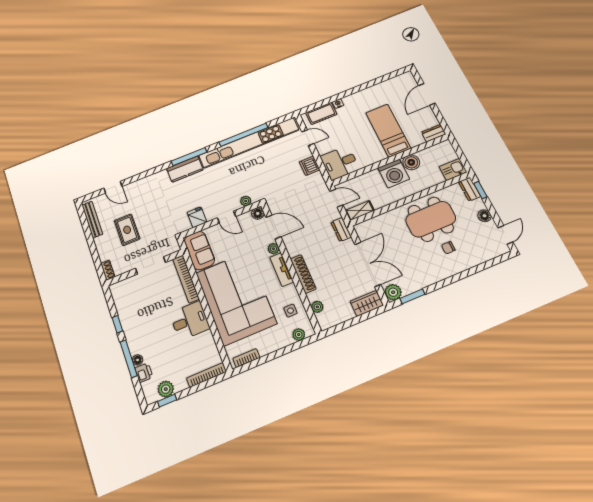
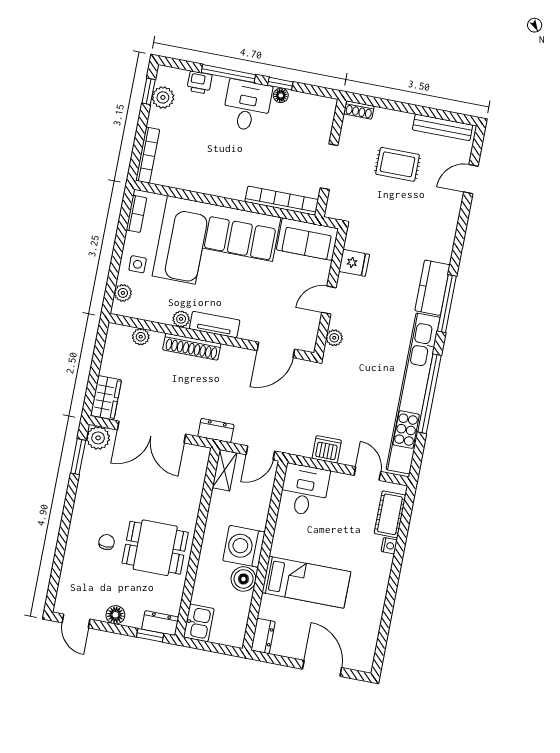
door: (308, 138) -> (367, 474), swing flipped
floor lamp: (258, 213) -> (307, 342), removed
dining table: (431, 219) -> (155, 548), width x0.73
plant: (273, 249) -> (181, 319), moved
side table: (290, 311) -> (138, 264), moved
desk: (190, 321) -> (247, 106), moved, turned 180
floor lamp: (138, 360) -> (281, 95), moved

